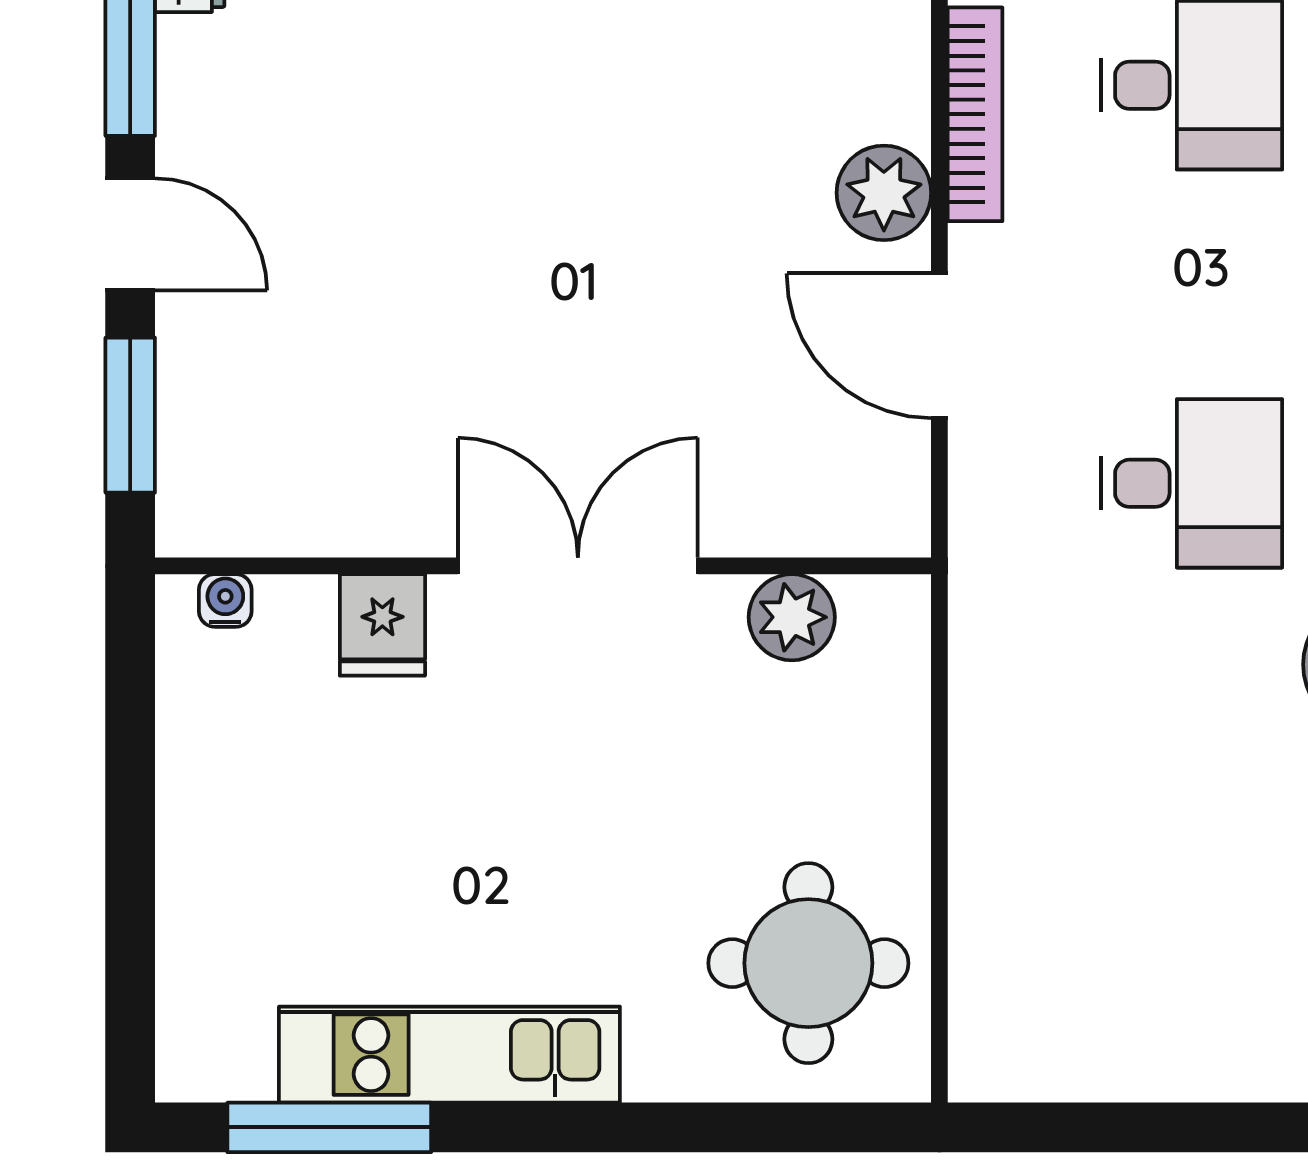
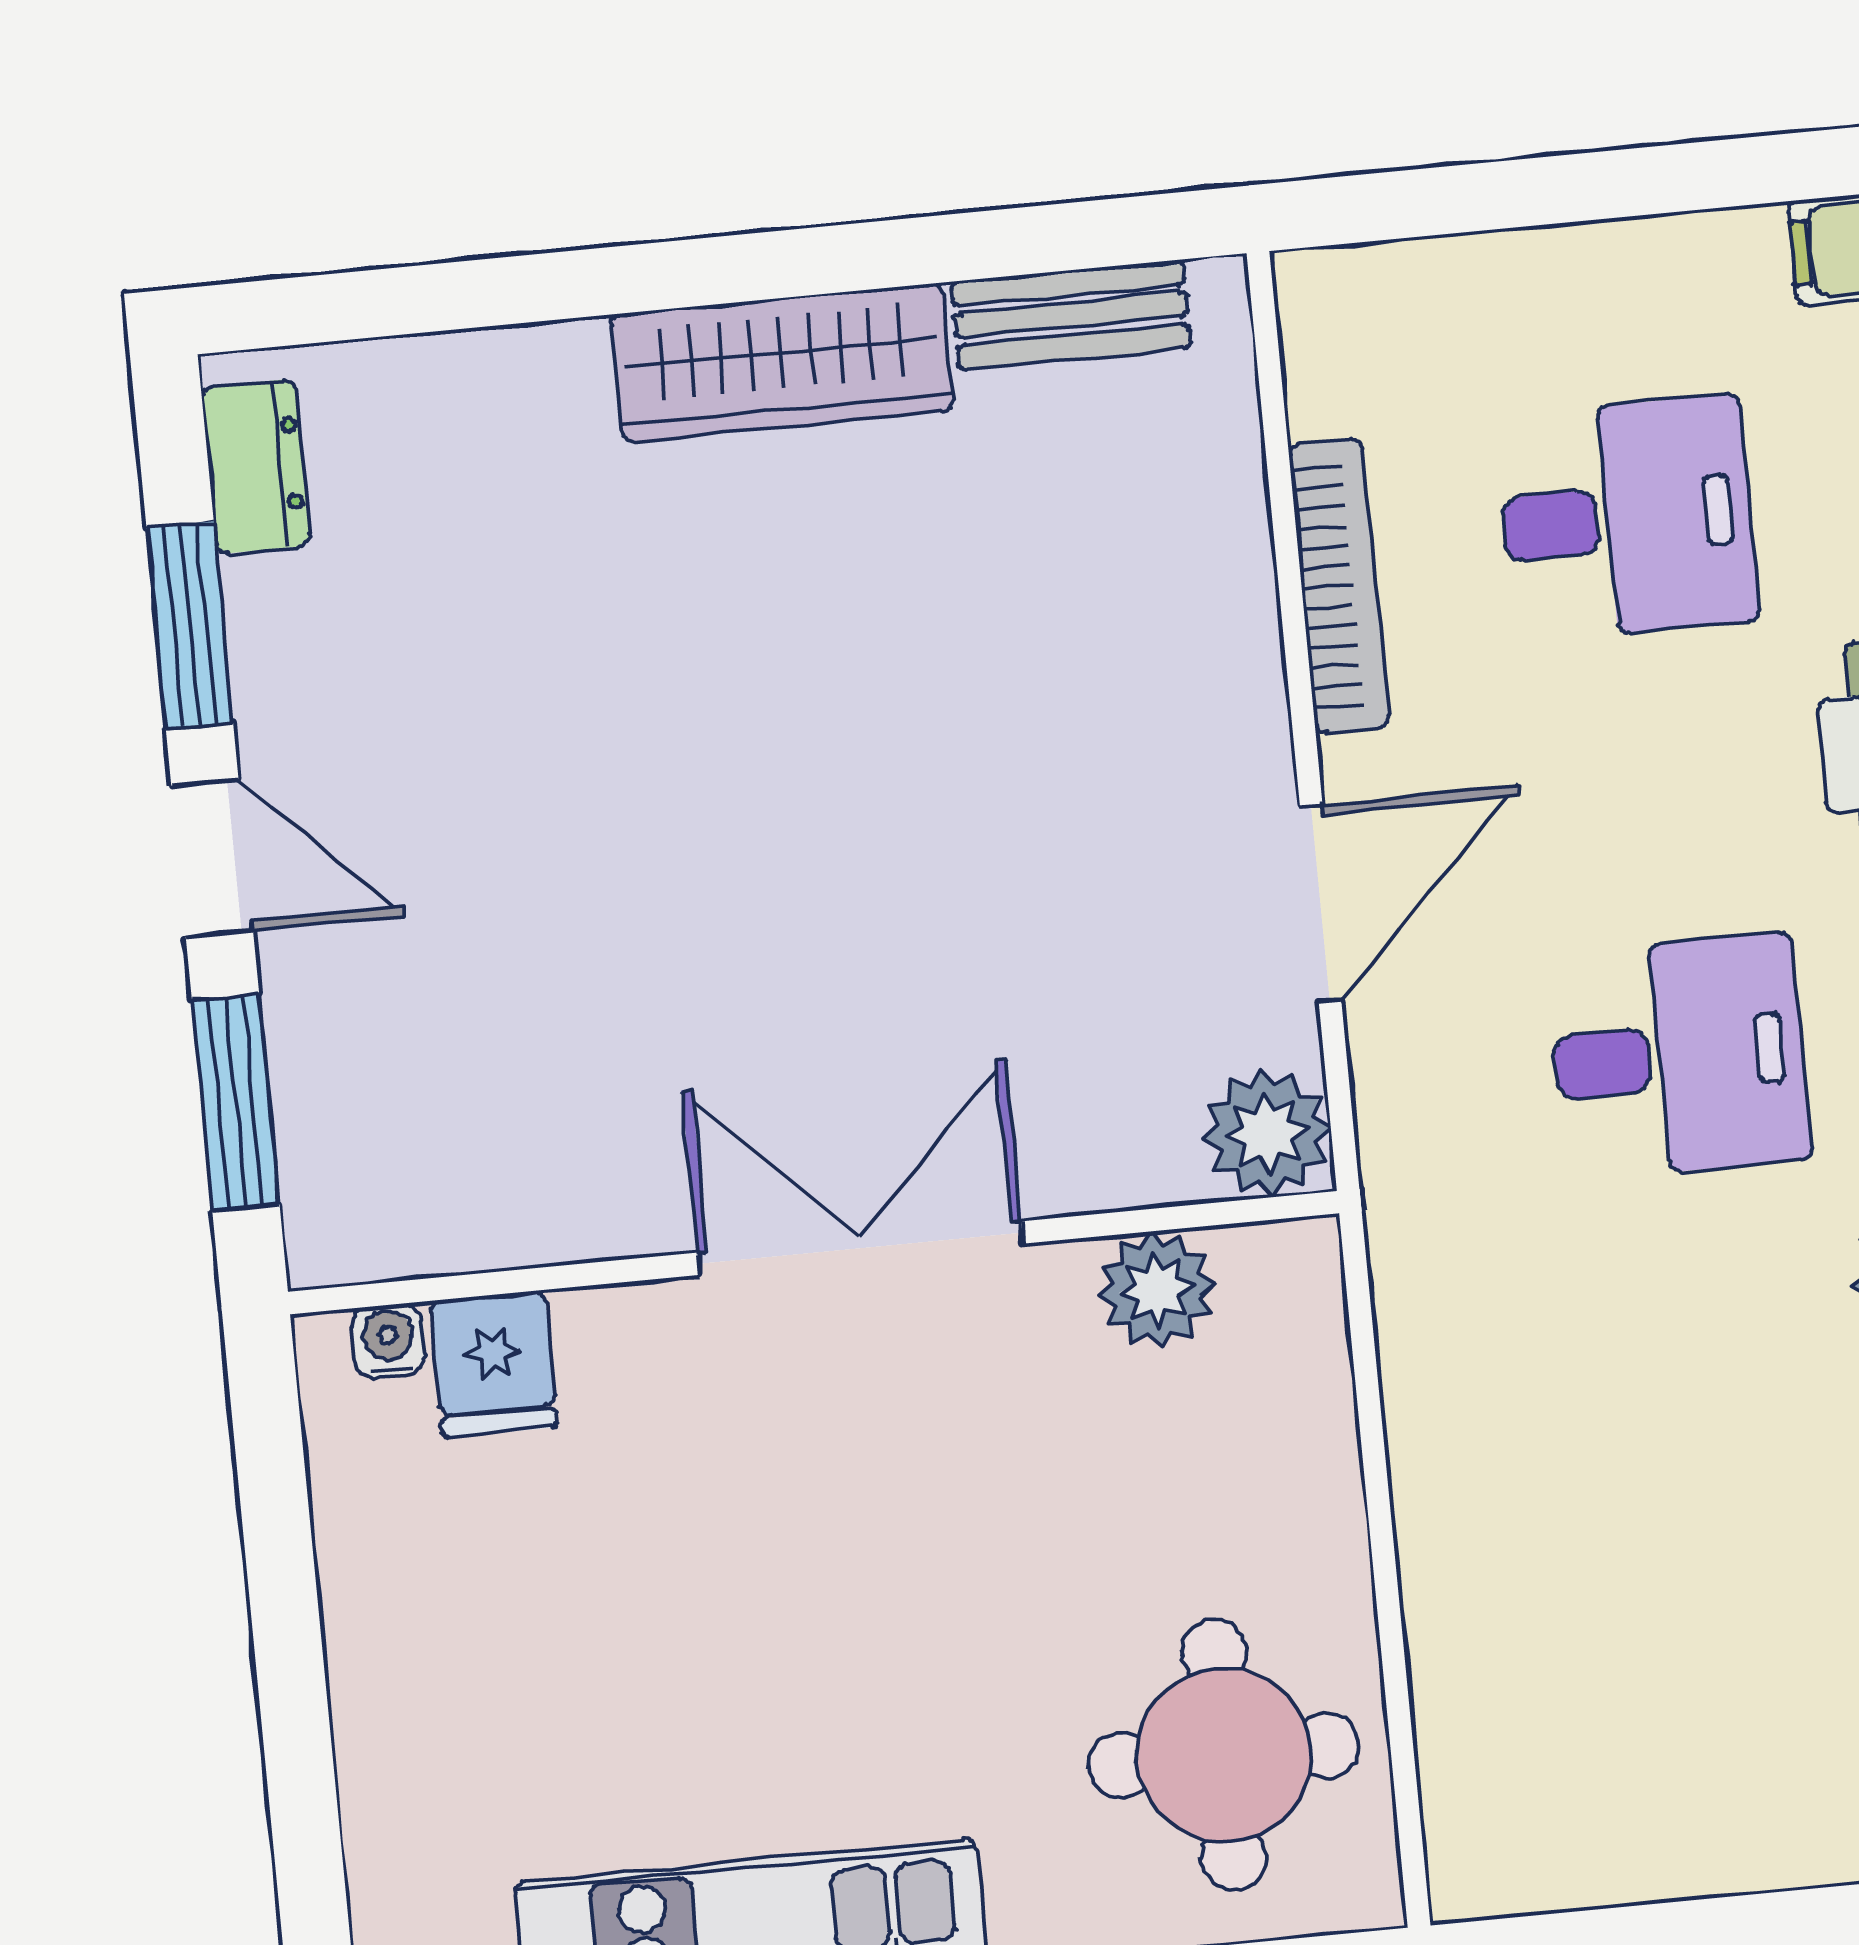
plant: (884, 193) -> (1267, 1133), moved
door: (939, 346) -> (1321, 903), swing flipped
fridge: (382, 625) -> (494, 1364), moved

